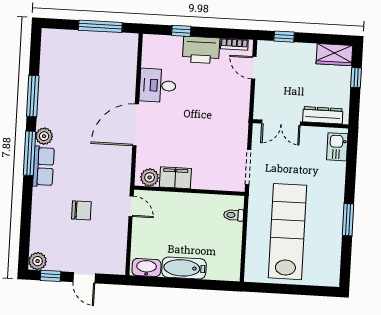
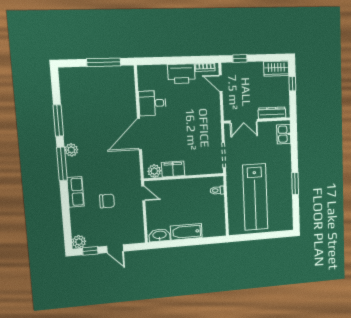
window: (181, 31) -> (165, 61), removed
row of seats: (43, 166) -> (75, 192), moved
lab bench: (287, 232) -> (255, 197), turned 180

